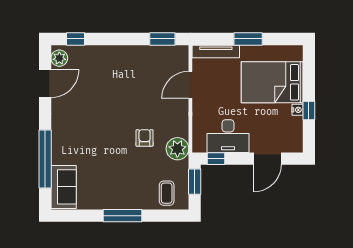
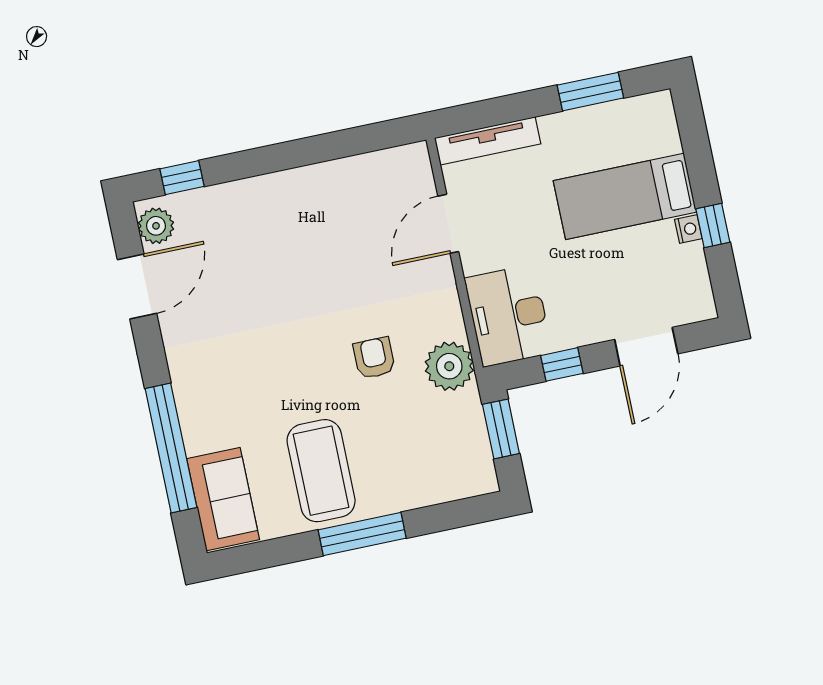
window: (162, 39) -> (368, 139), removed
window: (248, 39) -> (590, 92), moved
bed: (272, 82) -> (625, 196), width x0.67
desk: (228, 136) -> (508, 316), moved, turned 90
window: (216, 159) -> (562, 364), moved
coffee table: (167, 193) -> (321, 471), moved, width x1.86, depth x1.72

